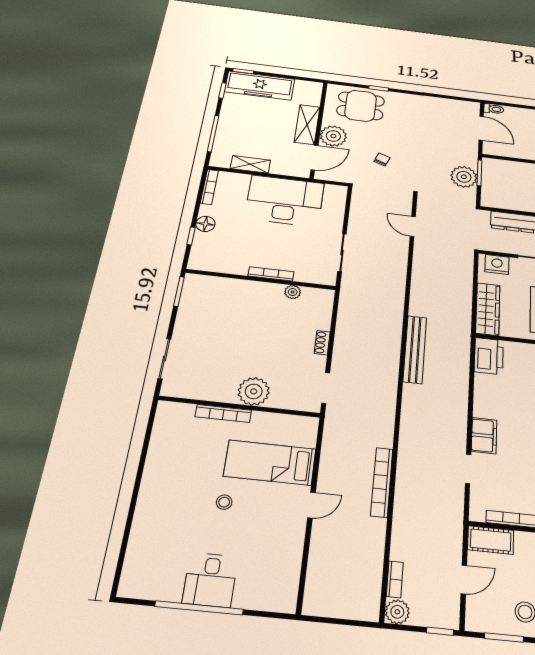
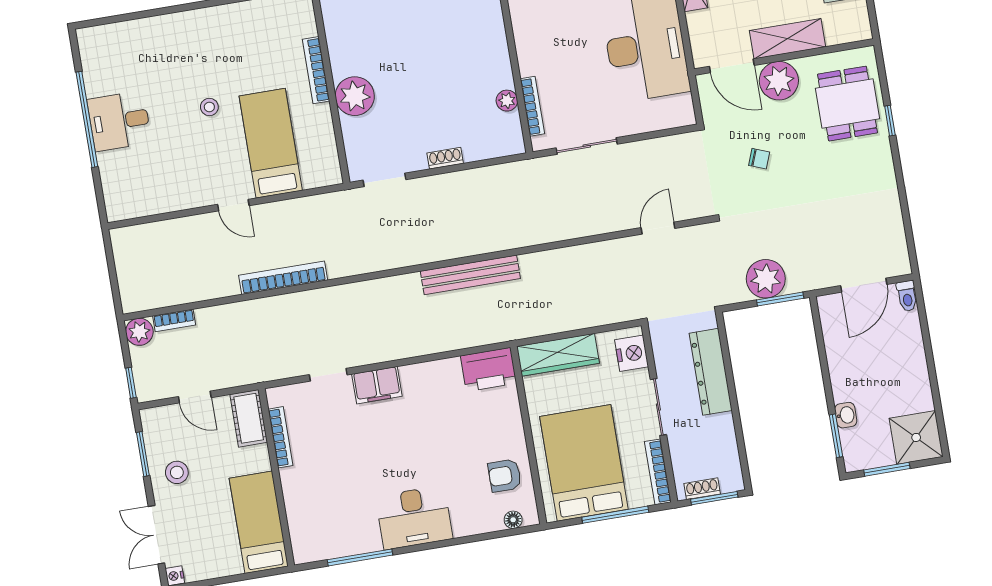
bookcase: (271, 274) -> (532, 106), moved

